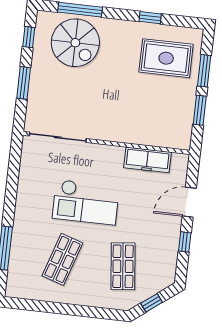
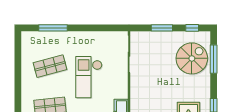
spiral stairs: (75, 43) -> (192, 58), turned 180
shop shelf: (62, 259) -> (50, 66), turned -33

